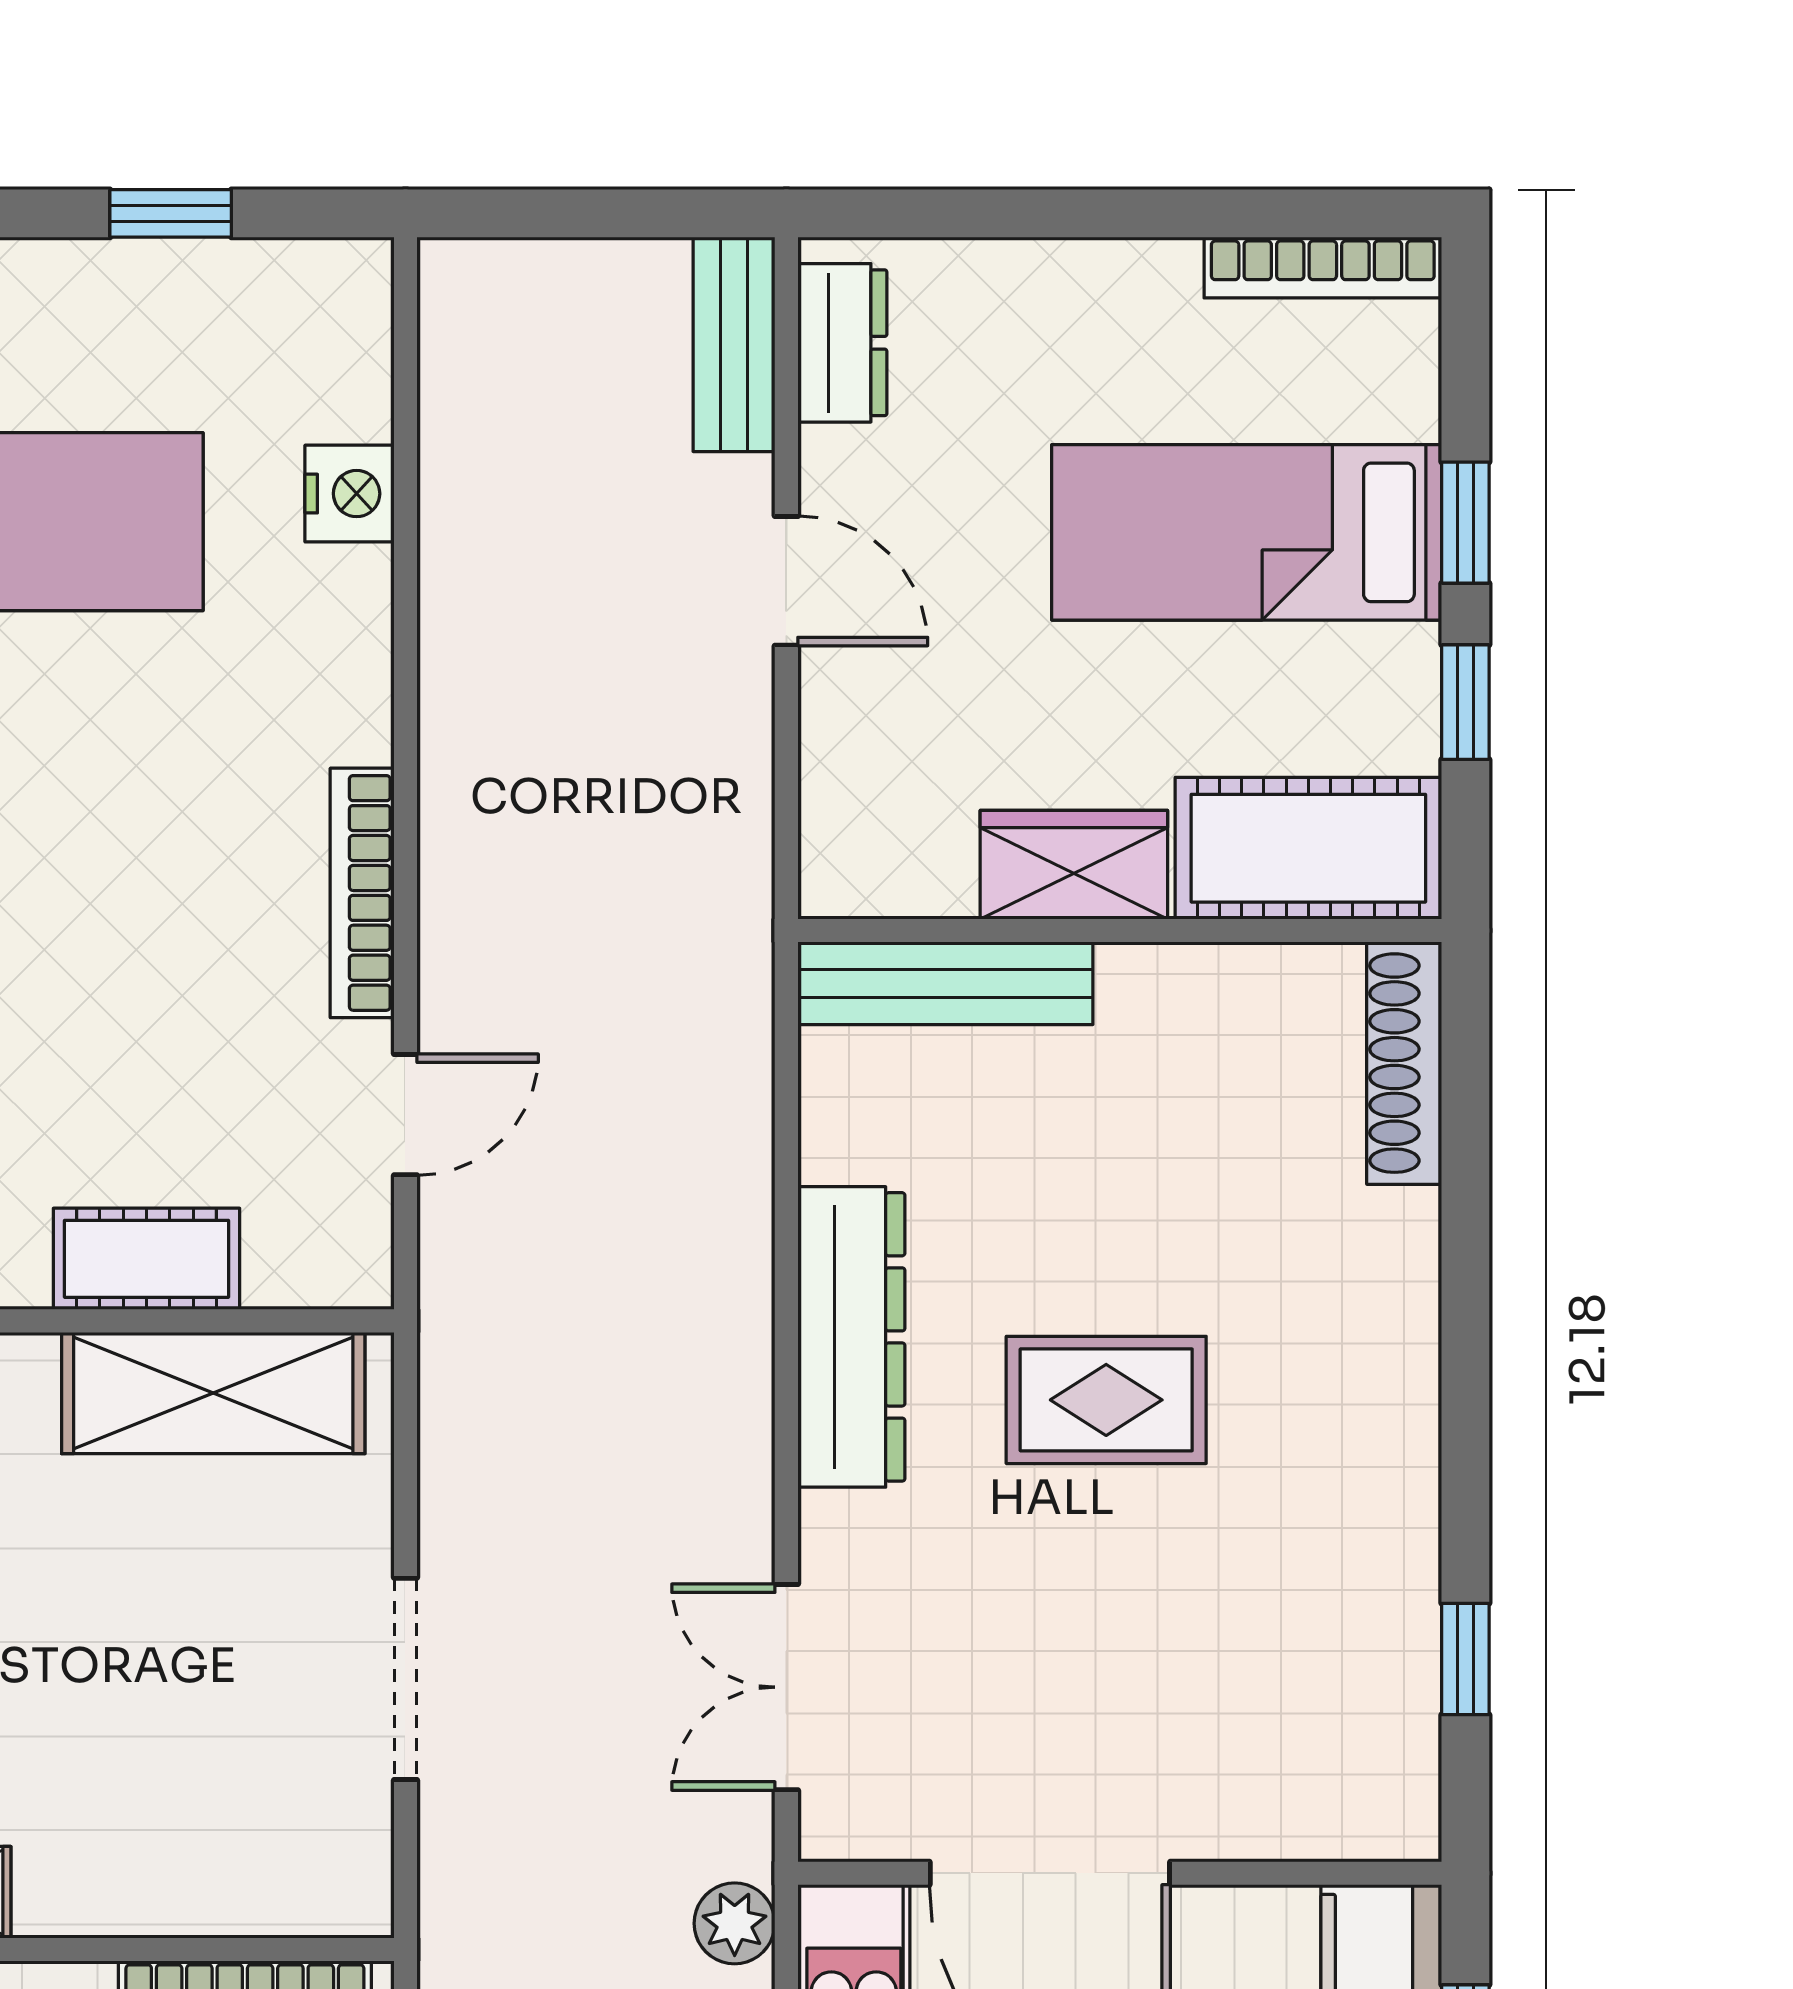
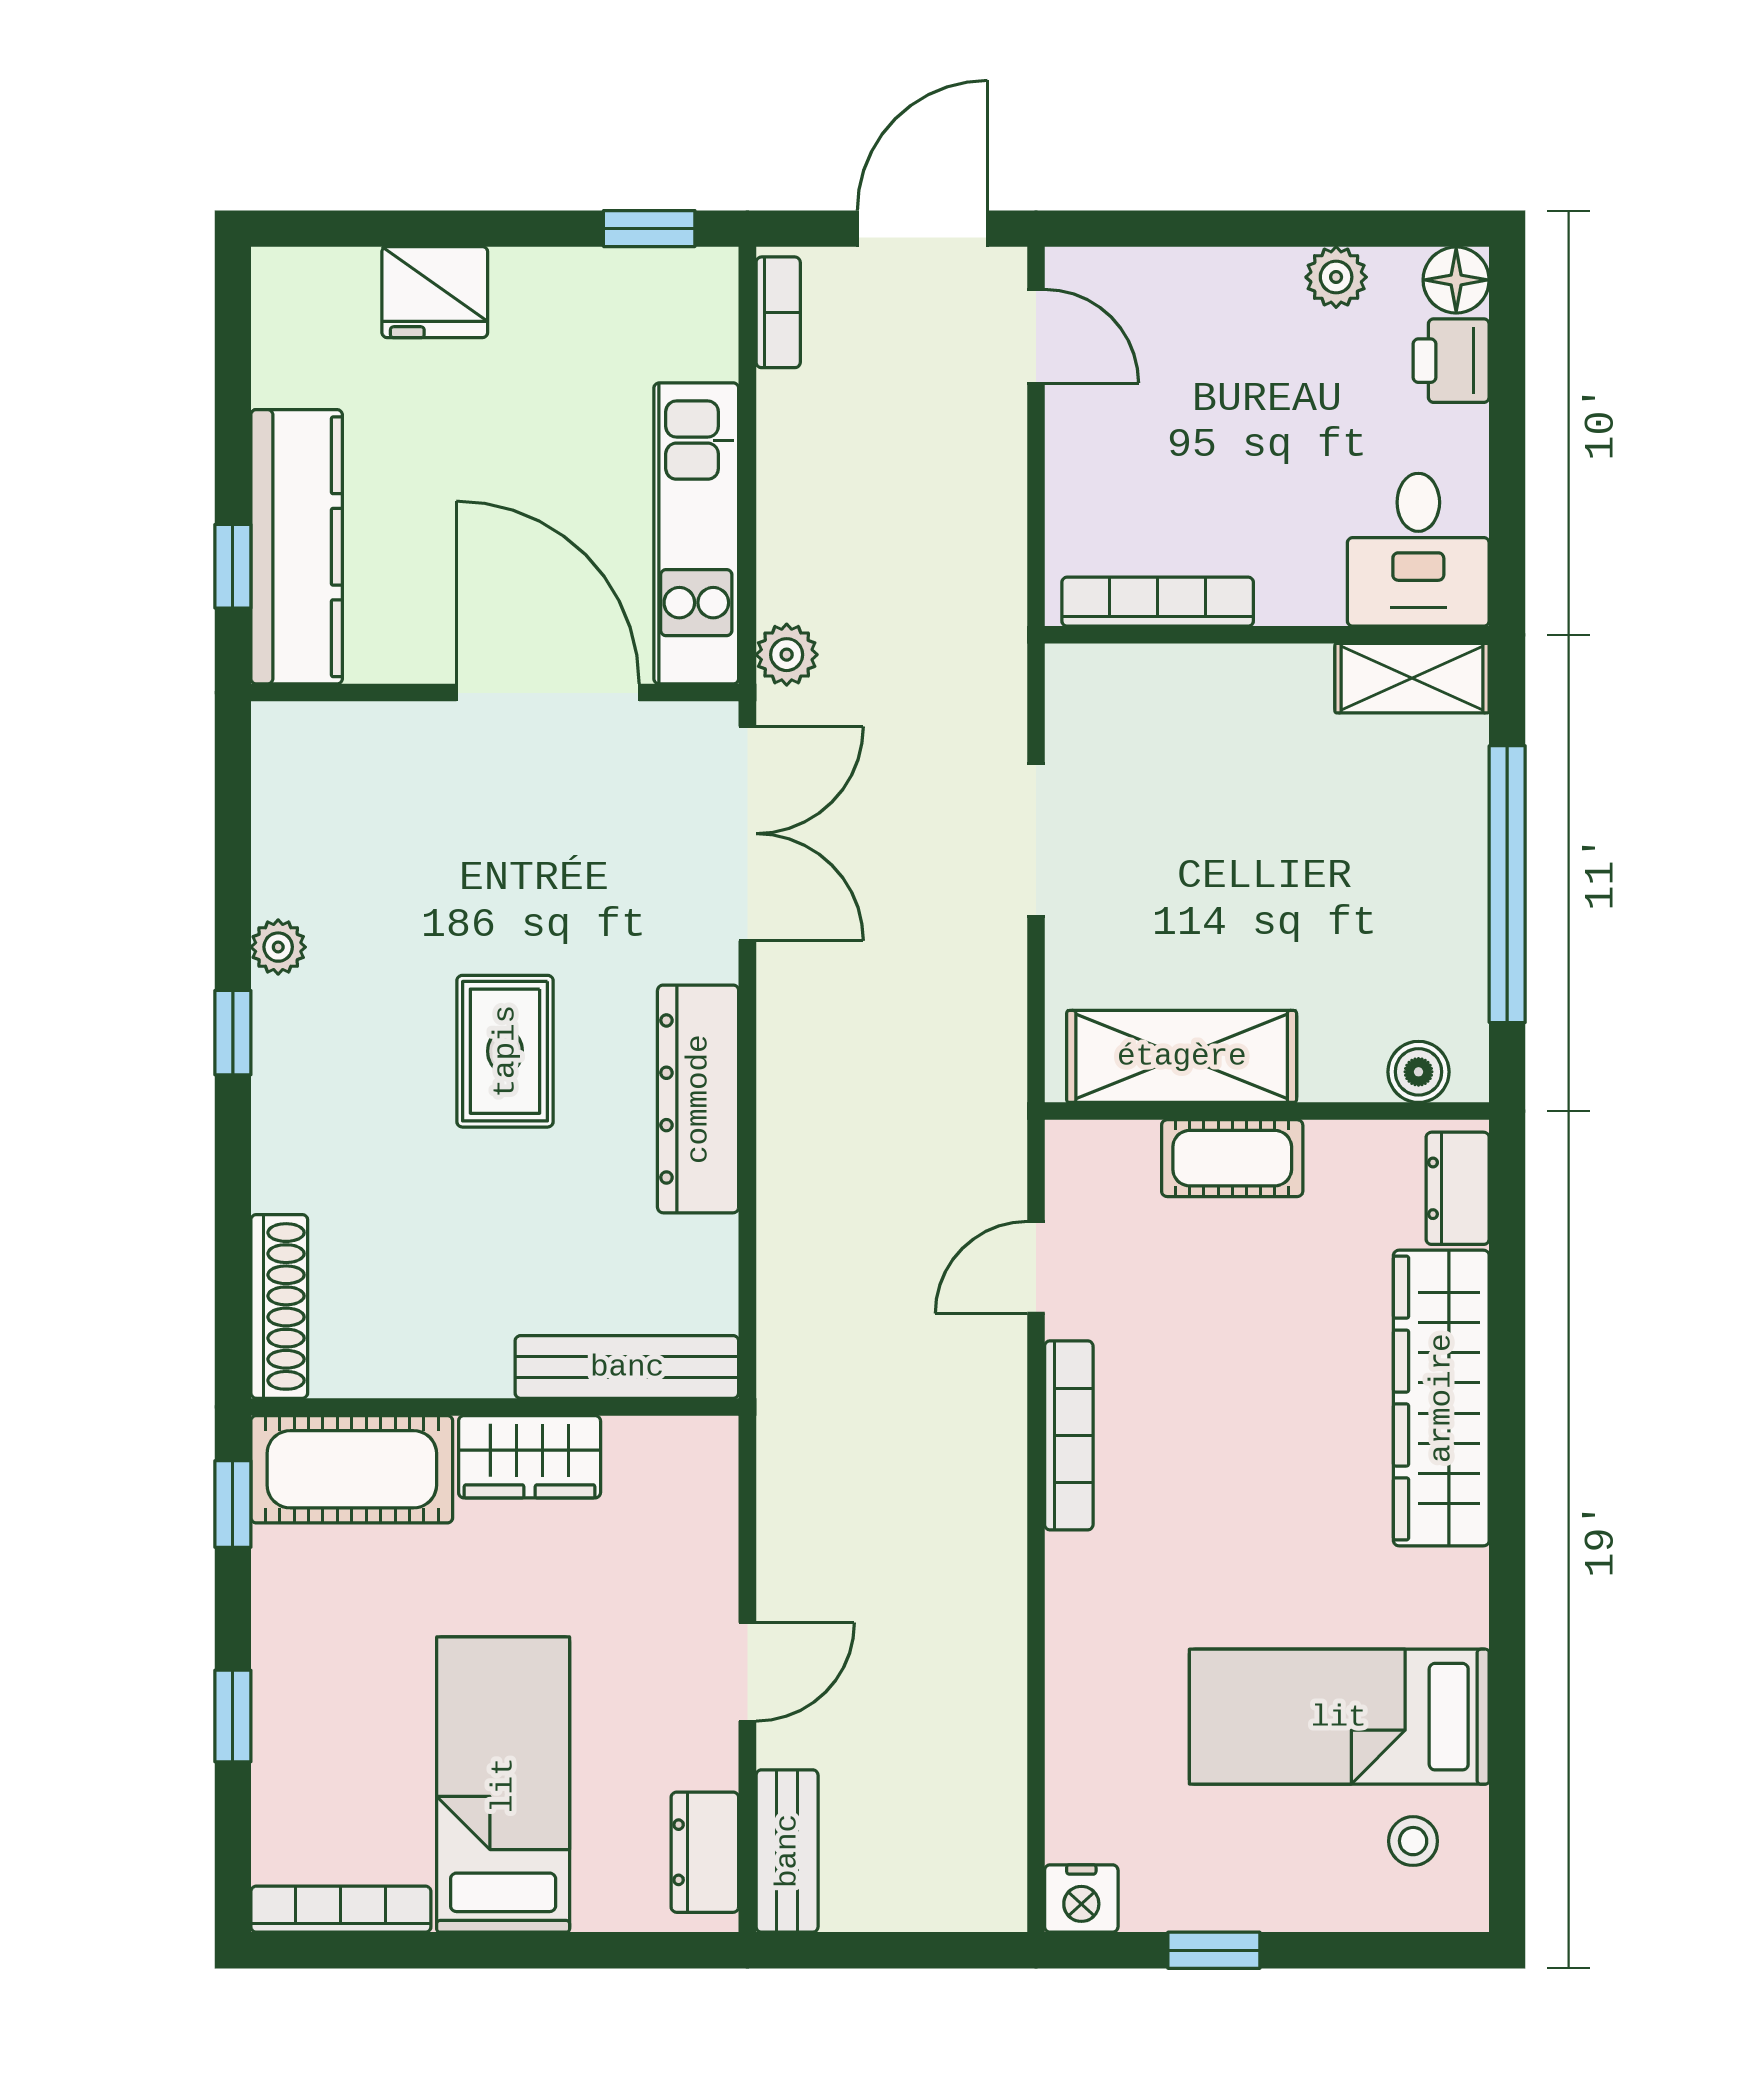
nightstand: (349, 494) -> (1081, 1898), moved, turned -90
bed: (1247, 532) -> (503, 1785), moved, turned -90
door: (786, 581) -> (747, 1672), swing flipped
window: (1465, 702) -> (233, 1504), moved
rug: (1106, 1400) -> (505, 1051), turned 90
plant: (1406, 1537) -> (278, 947), added
window: (1465, 1659) -> (233, 1033), moved
double door: (786, 1687) -> (747, 834), width x1.37

